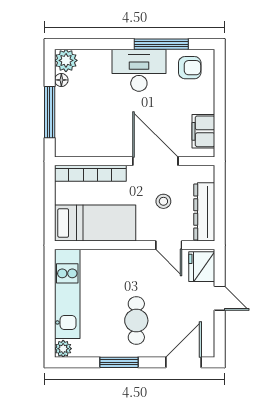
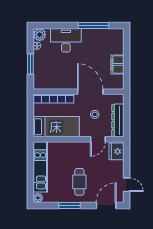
armchair: (190, 68) -> (110, 39), removed
desk: (139, 70) -> (66, 40), moved
window: (50, 112) -> (30, 64), width x0.69
filing cabinet: (203, 131) -> (117, 64), moved
door: (169, 245) -> (98, 139), hinge flipped
door: (220, 298) -> (127, 185), moved

